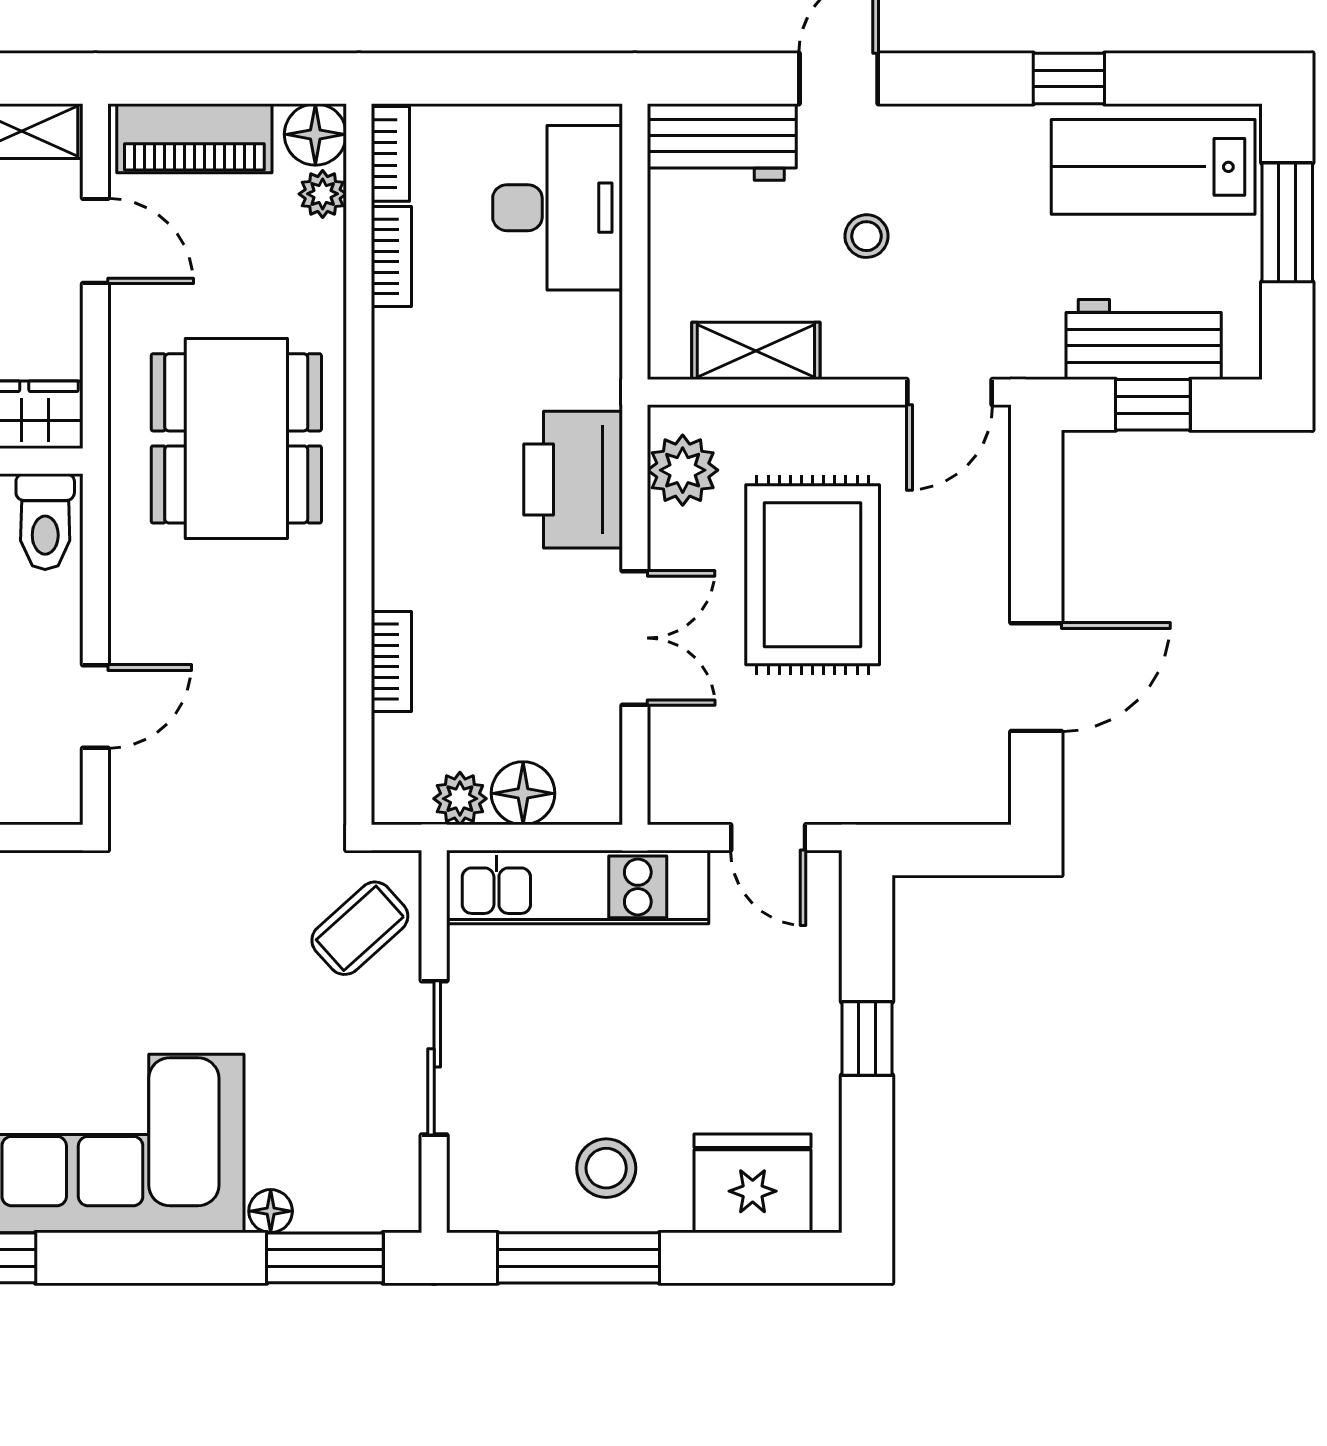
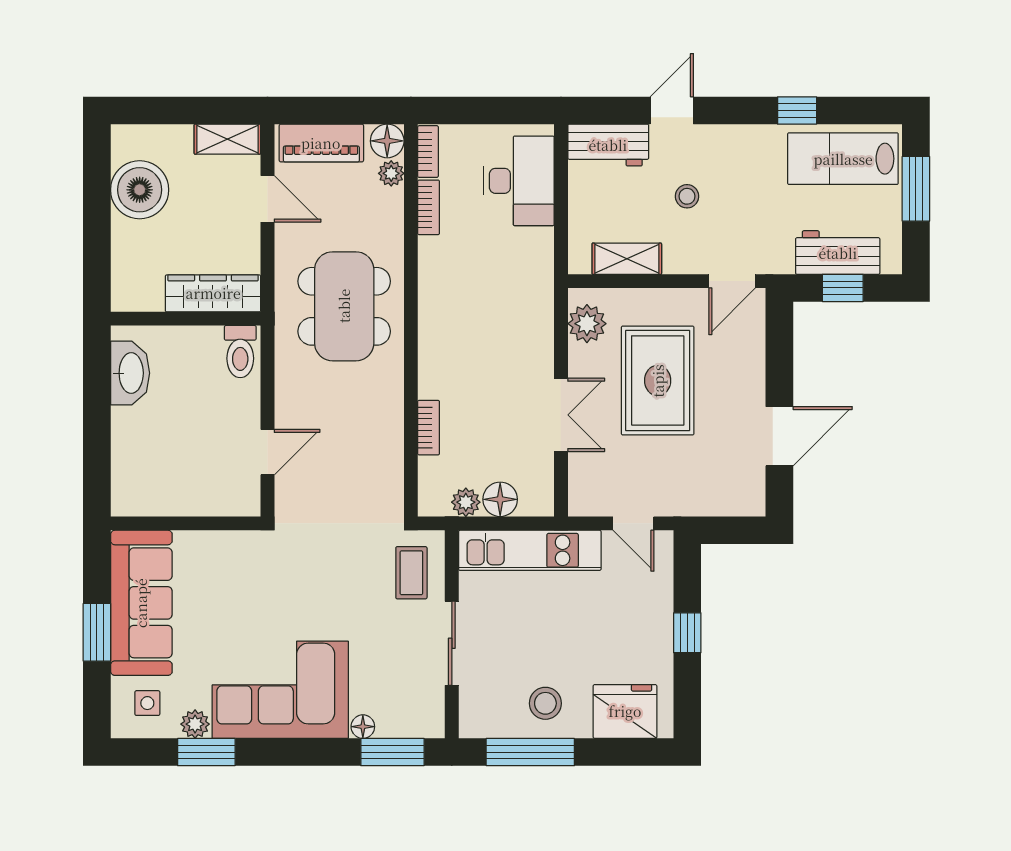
printer: (573, 480) -> (527, 329), removed
coffee table: (360, 928) -> (411, 573), turned -48

